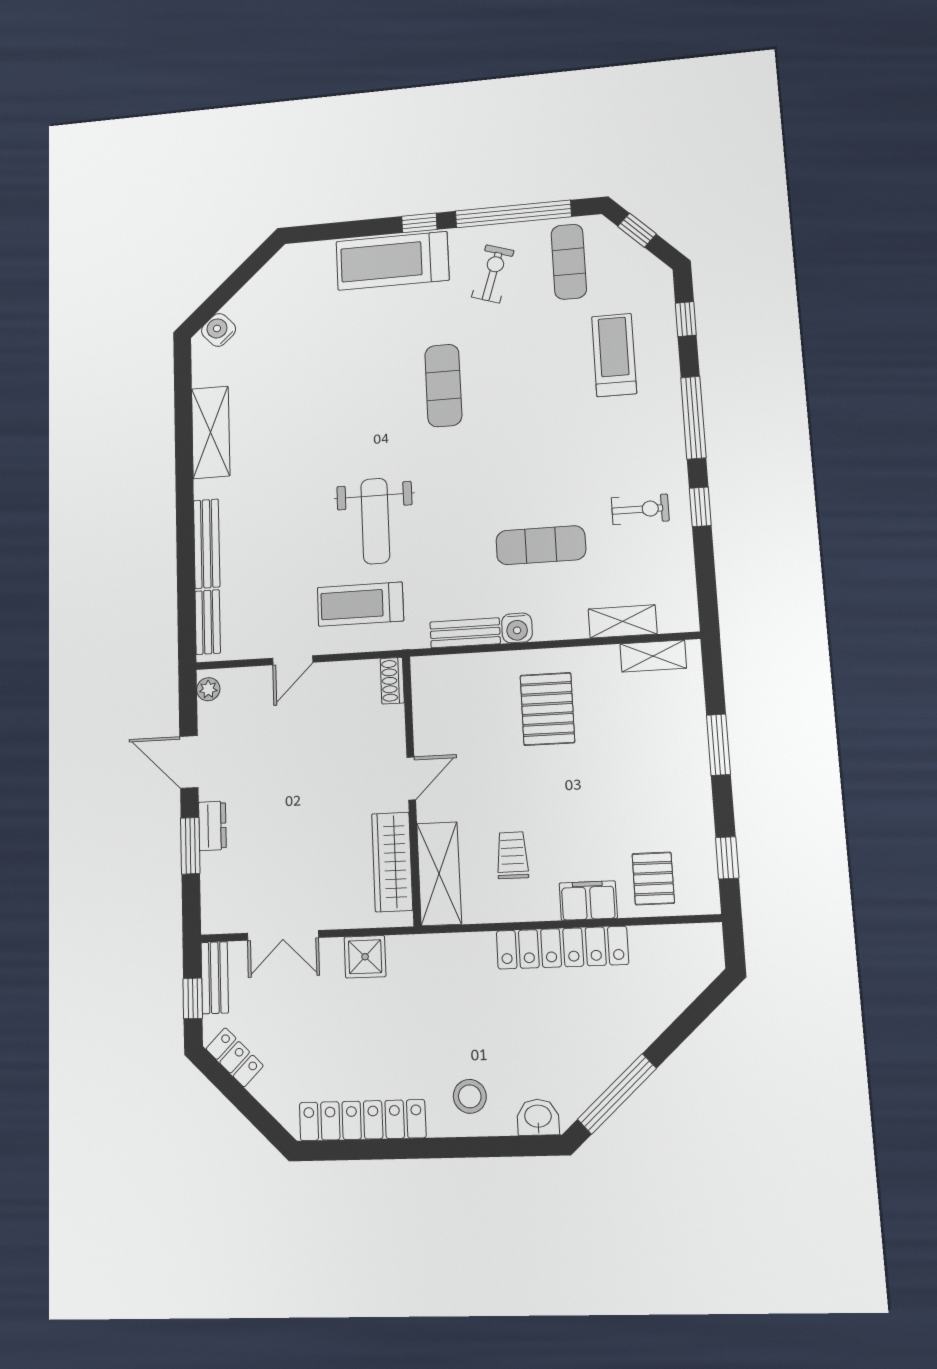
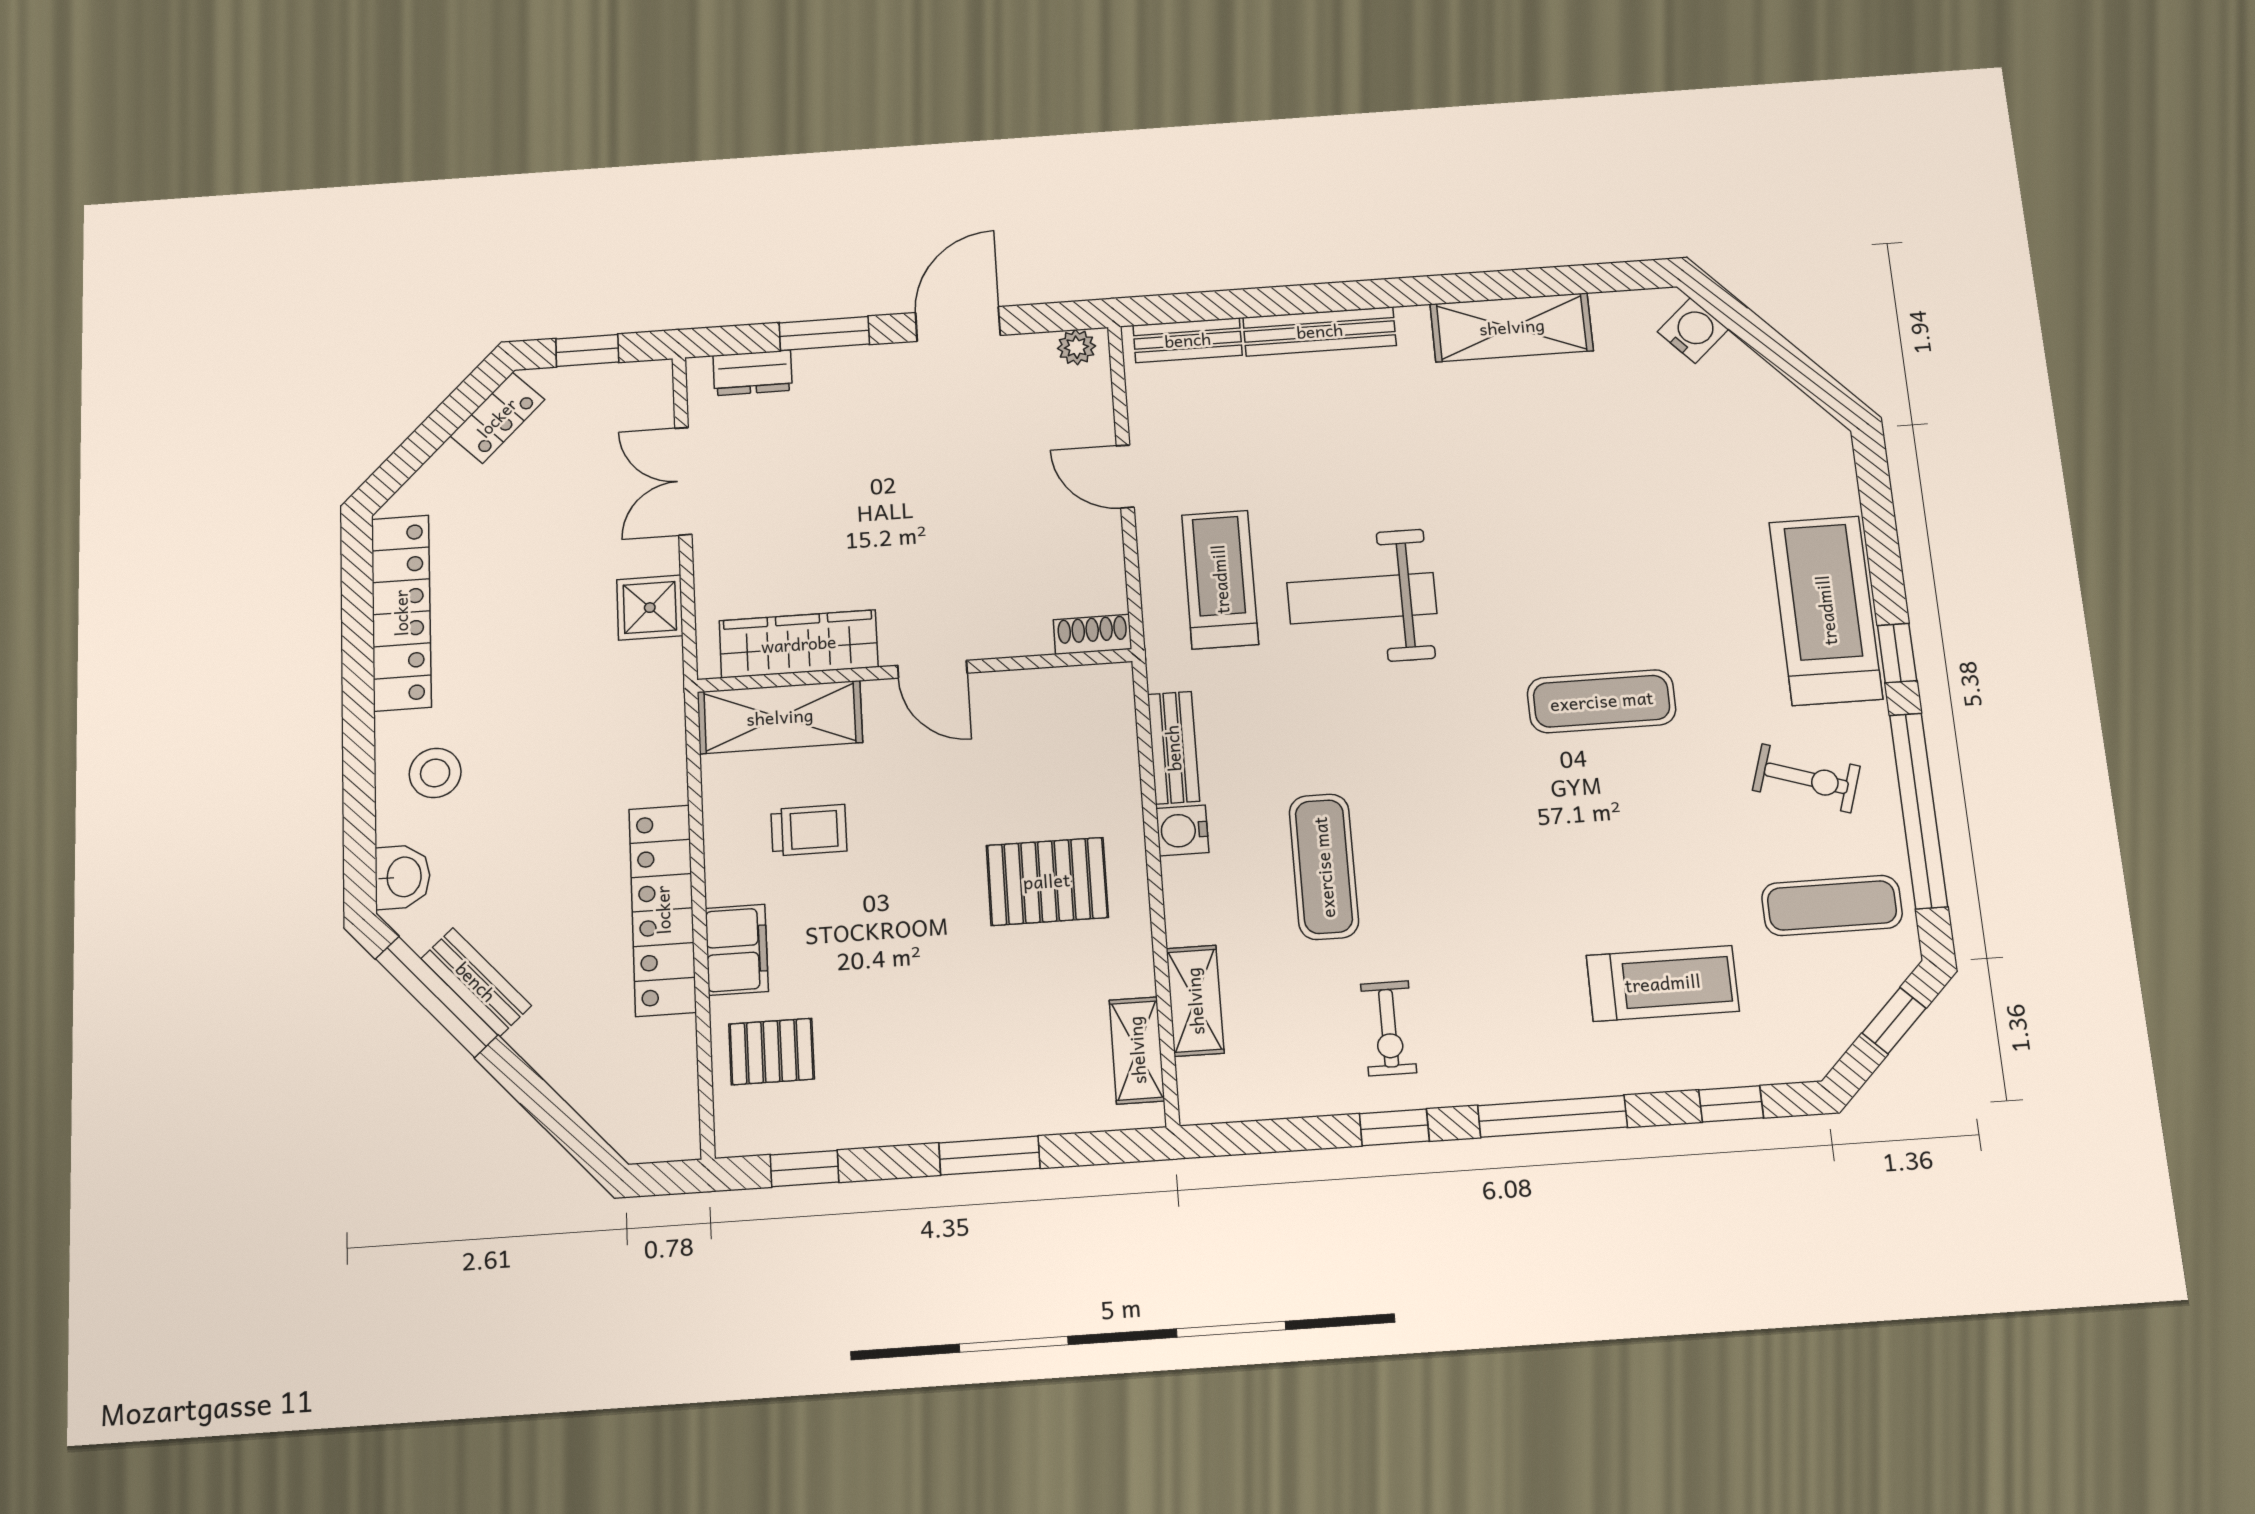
dresser: (212, 826) -> (753, 373), moved
bench: (215, 978) -> (476, 982), moved, turned 48

